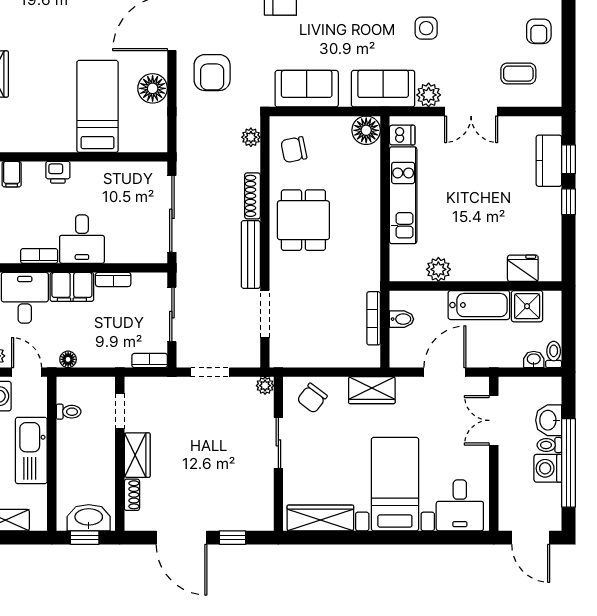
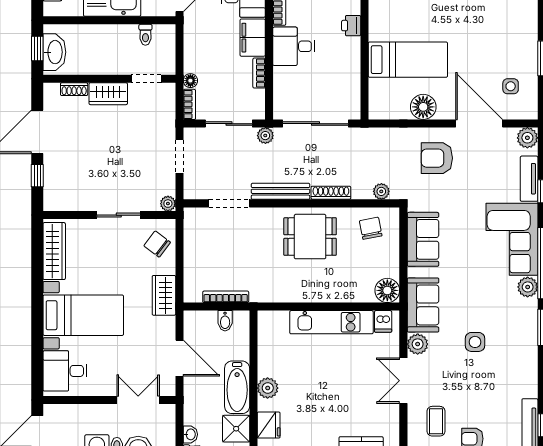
plant: (438, 269) -> (268, 388), moved
plant: (186, 272) -> (265, 136), added
floor lamp: (68, 359) -> (190, 81), moved

